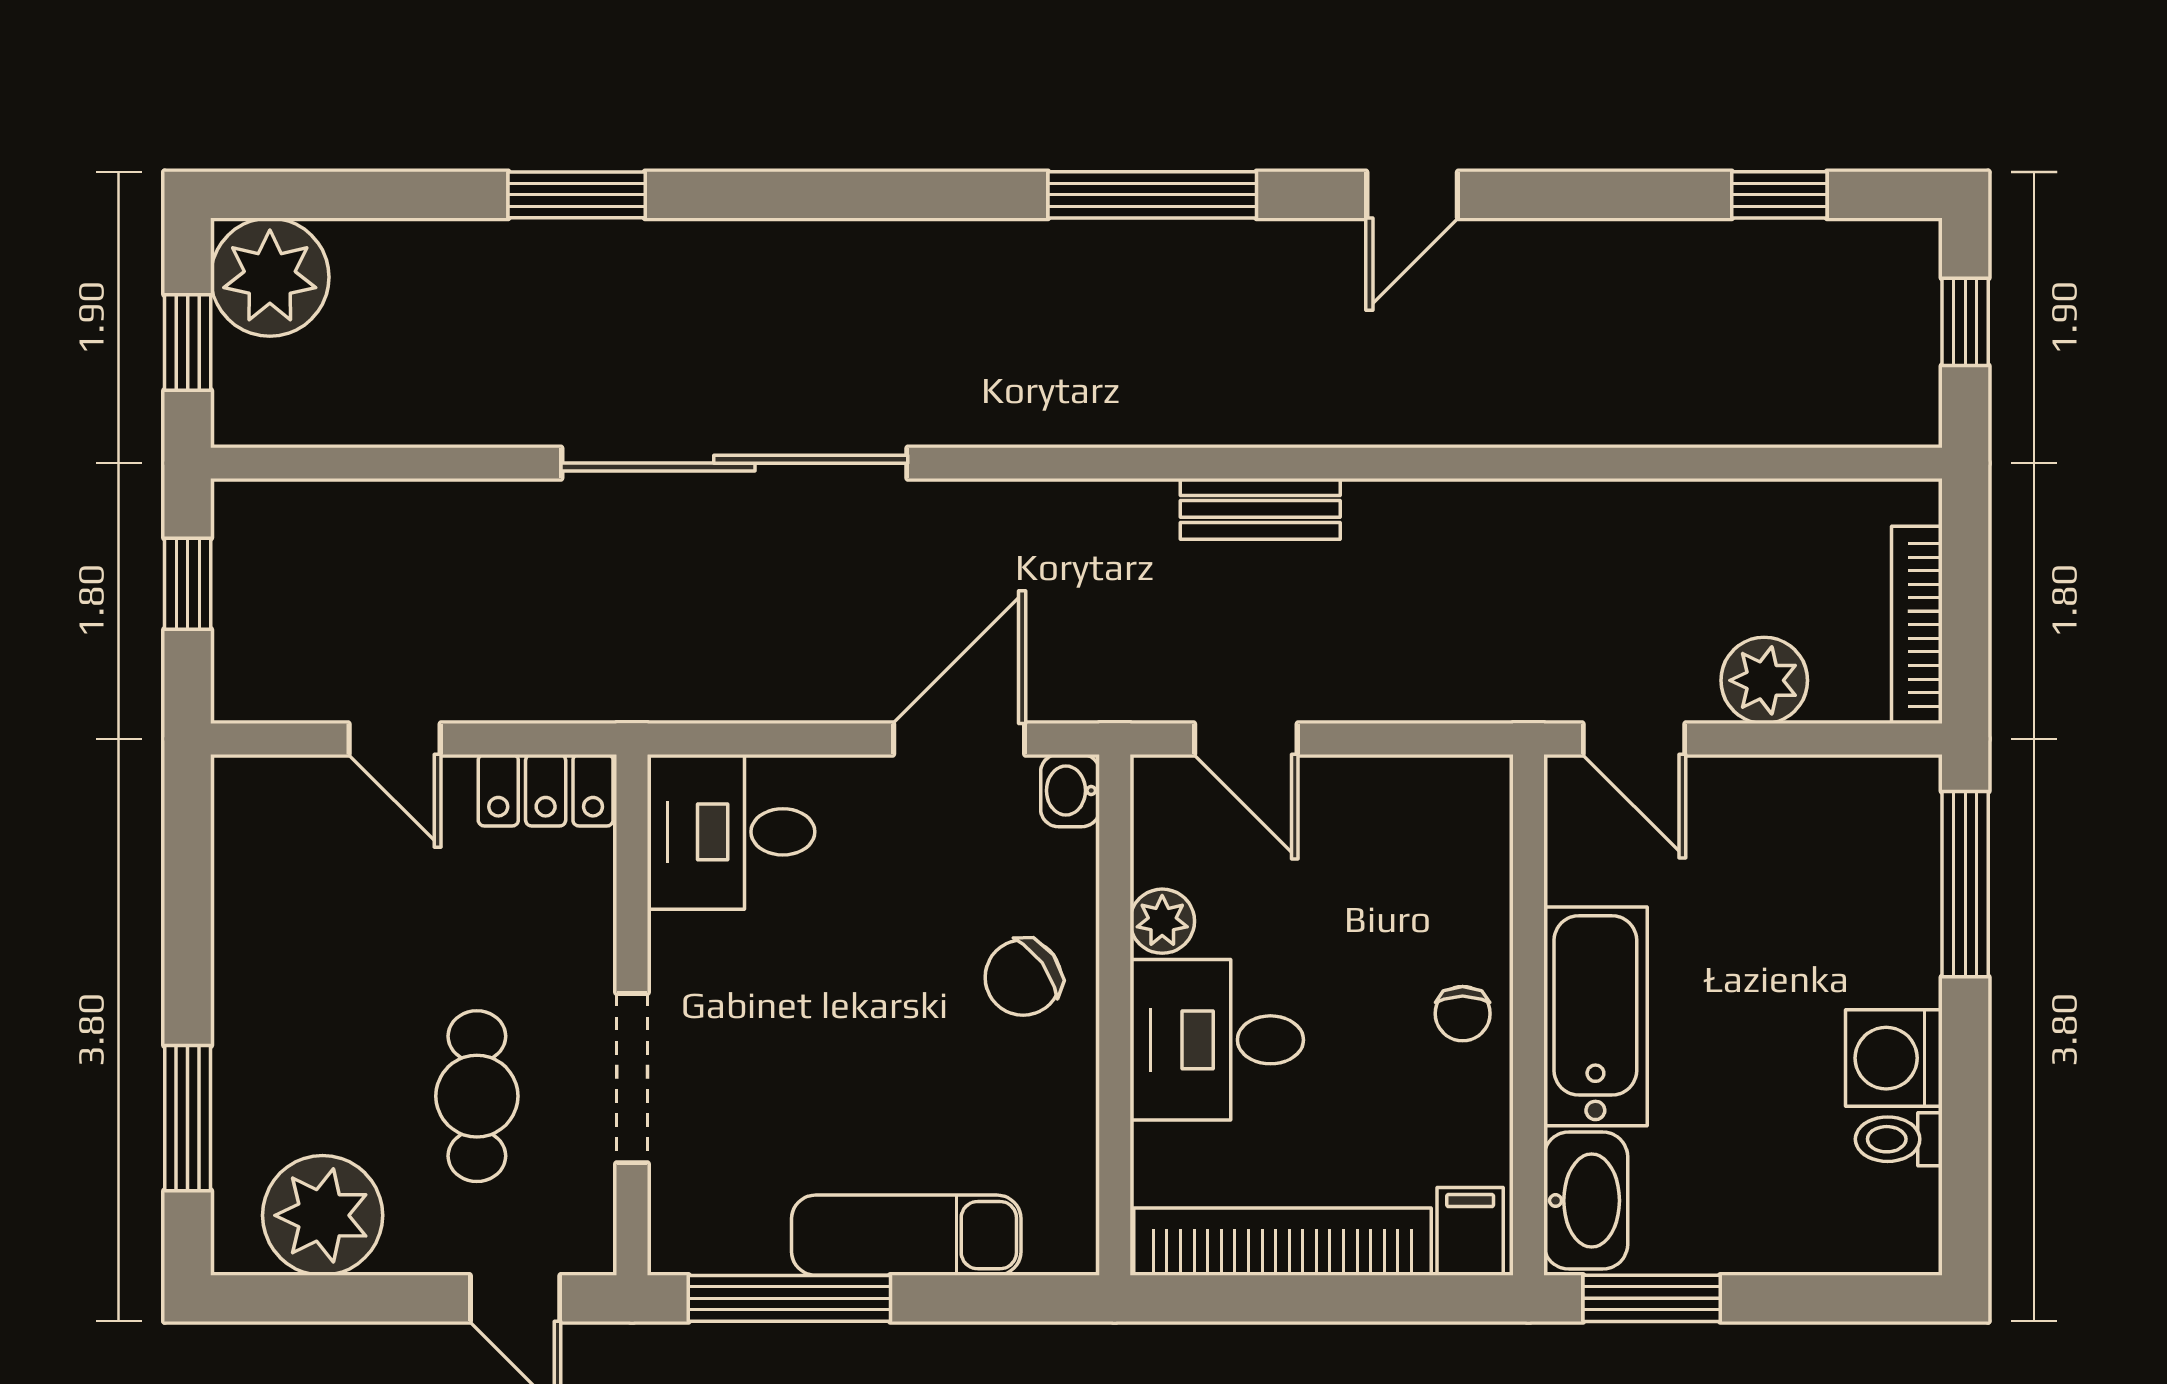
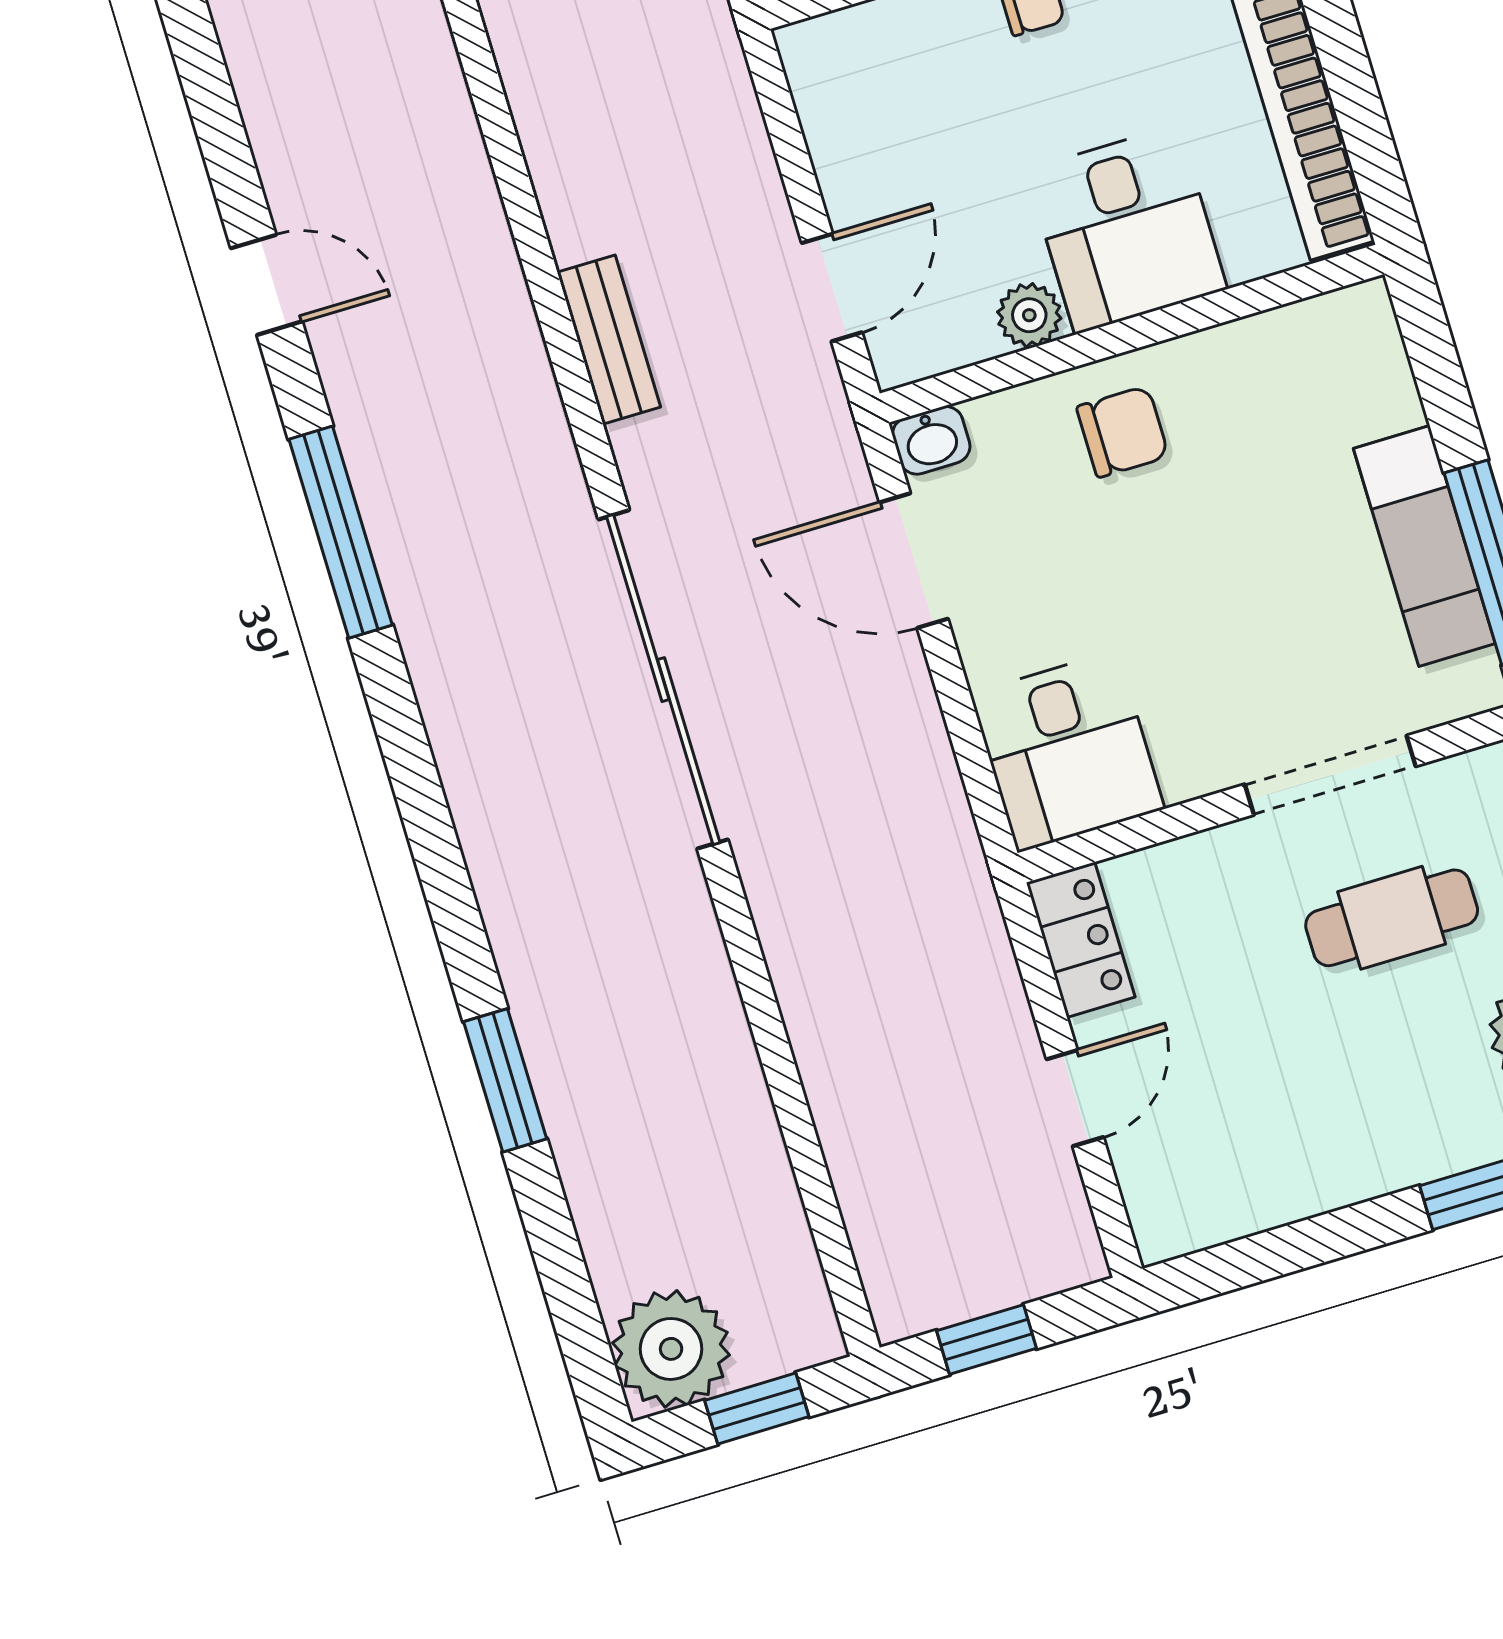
sliding door: (734, 463) -> (663, 680), moved
chair: (1023, 977) -> (1123, 432), turned -54
exam couch: (906, 1235) -> (1424, 546), moved

